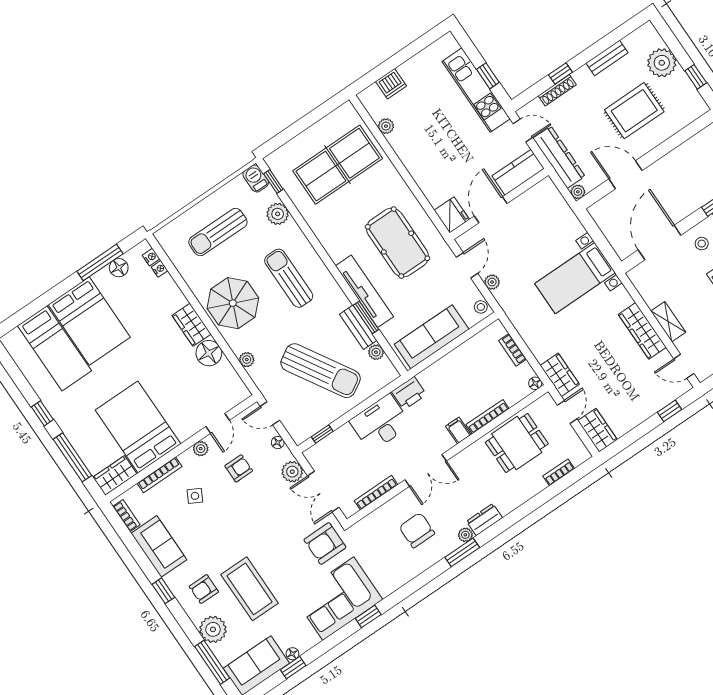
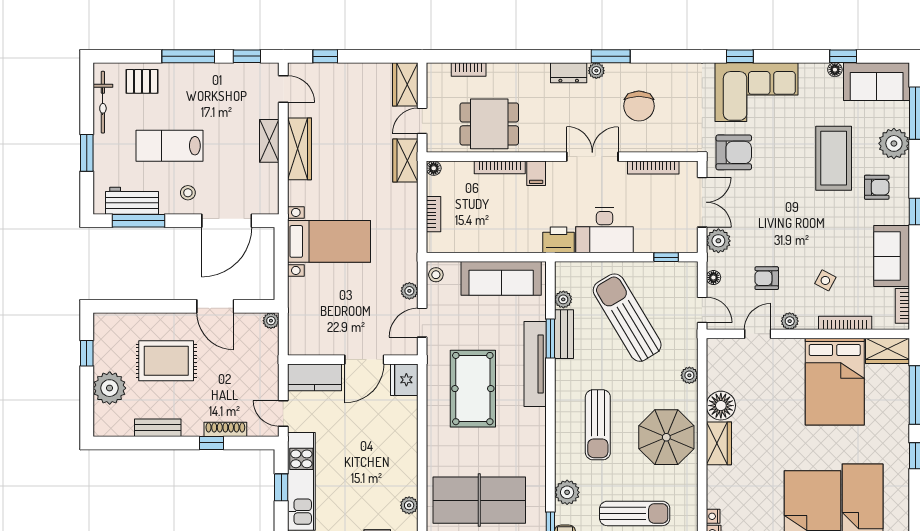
dresser: (559, 157) -> (267, 365), removed

